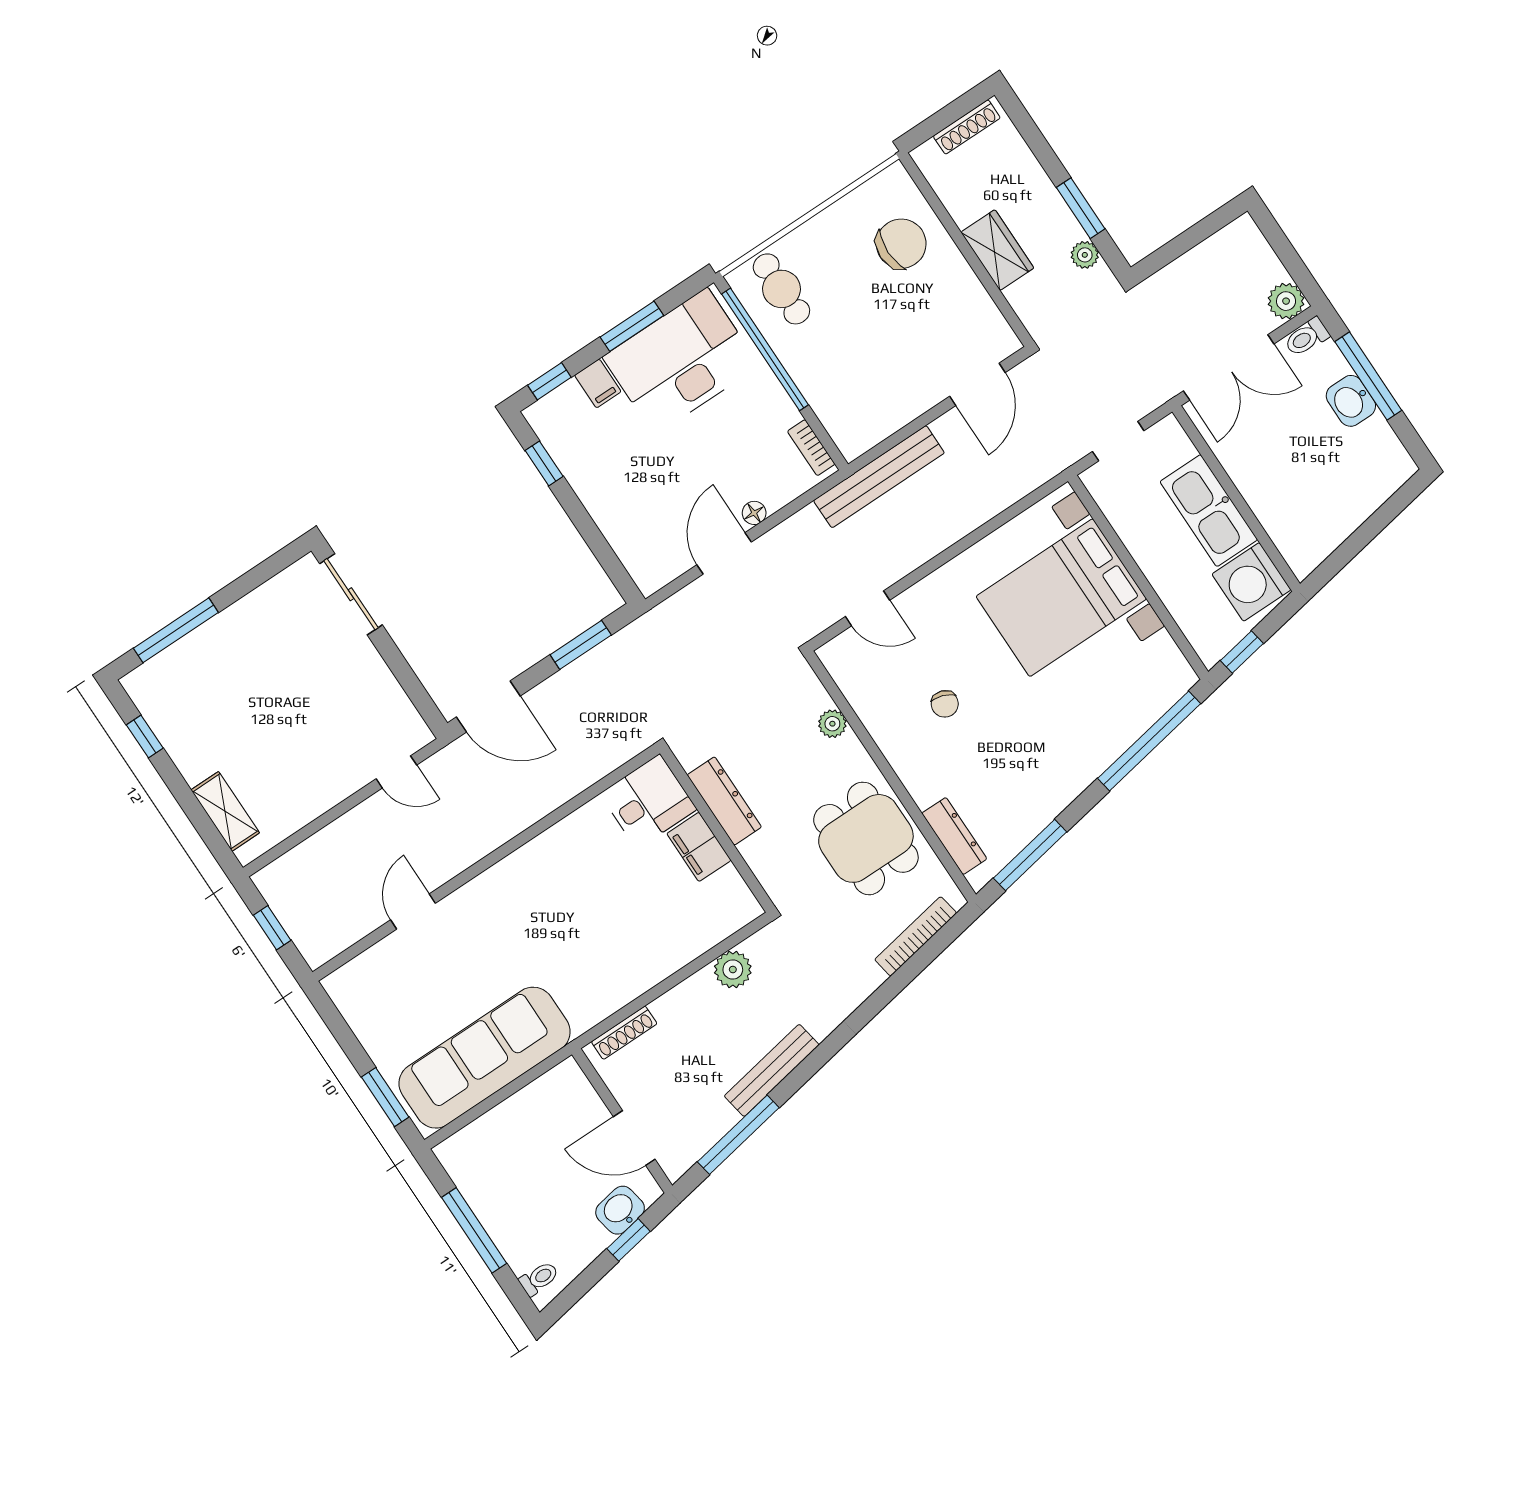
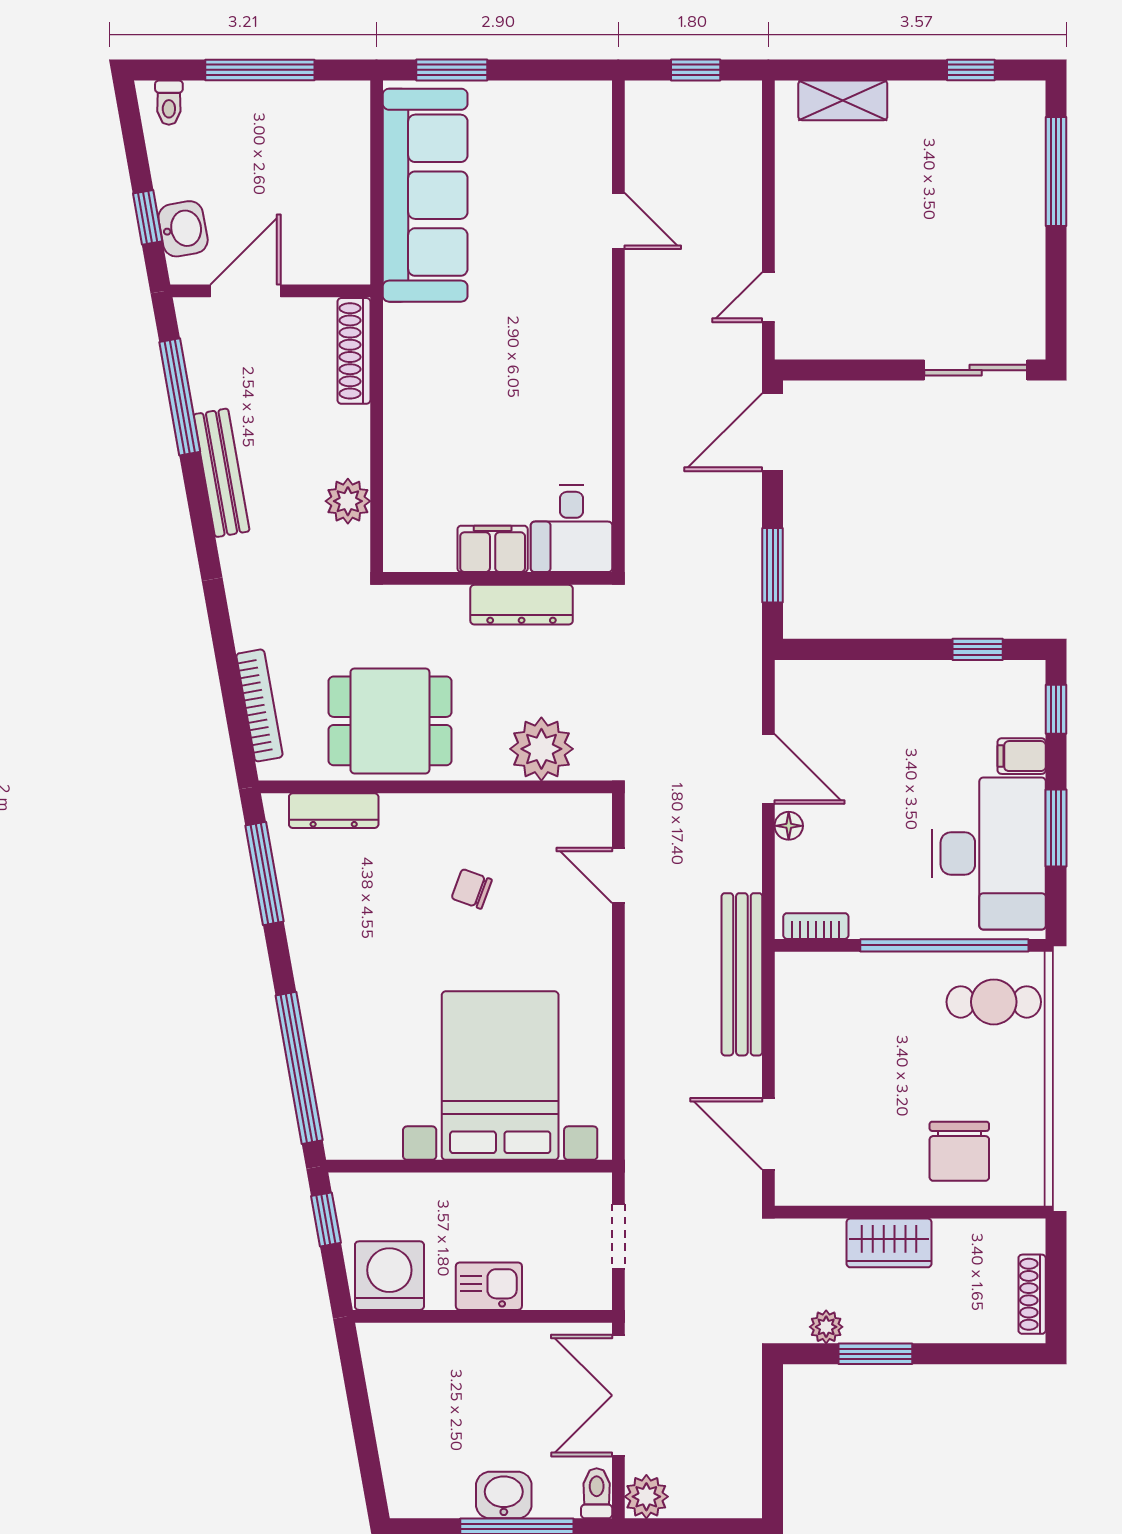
kitchen sink: (1209, 511) -> (489, 1286), width x0.53, depth x0.81
door: (867, 608) -> (618, 875), hinge flipped
plant: (832, 724) -> (541, 749), width x1.88, depth x1.88
shoe rack: (624, 1033) -> (354, 351), width x1.36, depth x1.24

